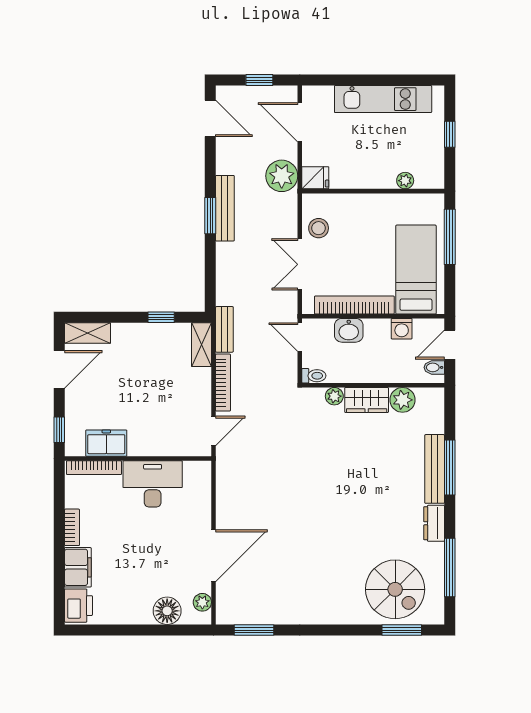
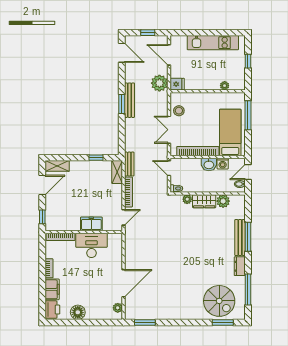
washbasin: (349, 330) -> (209, 165), moved
freezer: (106, 443) -> (91, 224), moved
floor lamp: (167, 611) -> (78, 312), moved

